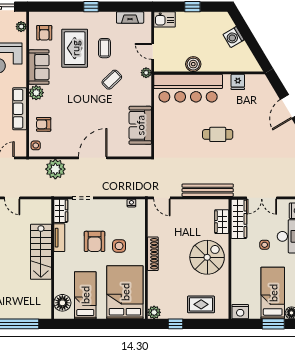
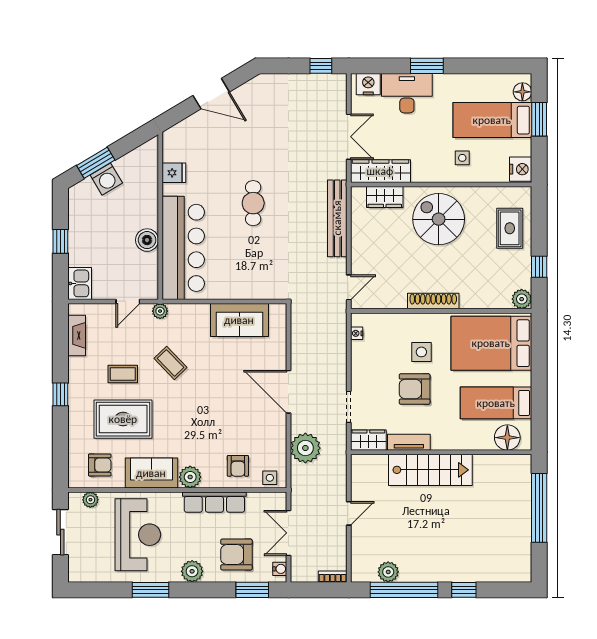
window: (244, 30) -> (96, 163), added
armchair: (95, 241) -> (415, 389), turned 180
side table: (265, 245) -> (462, 158), moved

